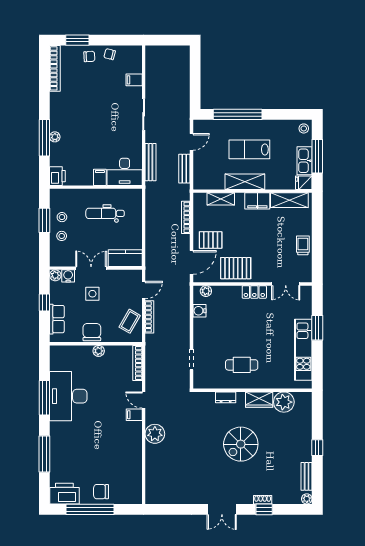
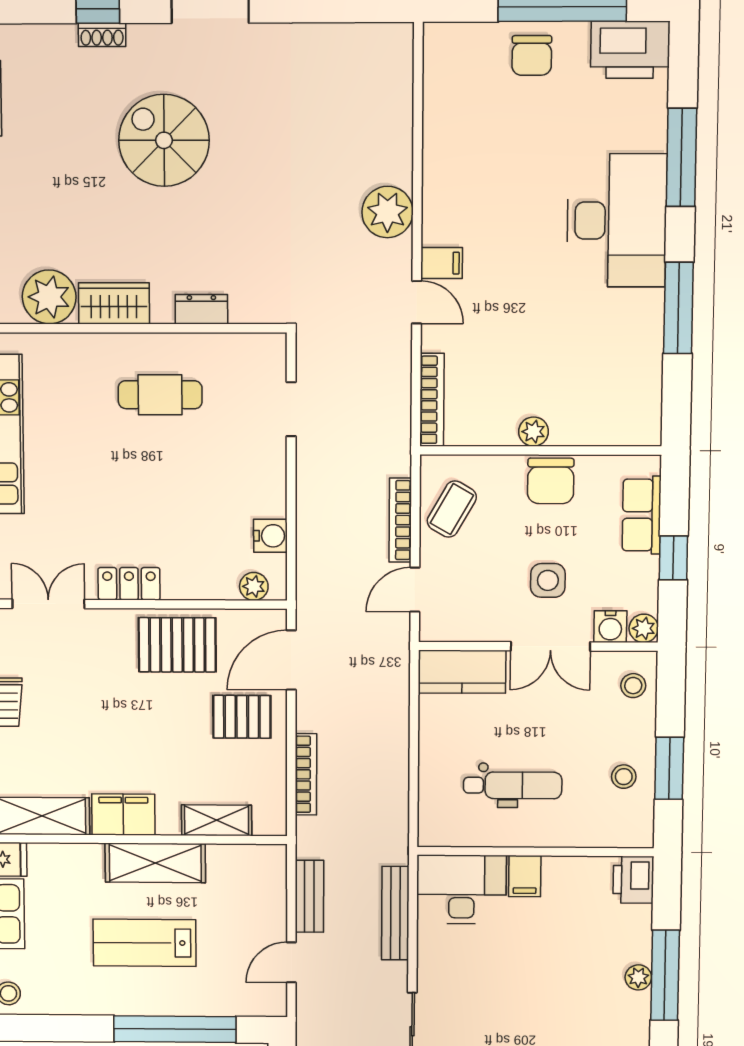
lab bench: (249, 149) -> (144, 943), turned 180
stool: (62, 236) -> (633, 686), moved
desk: (68, 396) -> (617, 220), moved
spiral stairs: (241, 444) -> (164, 140), moved, turned -90
chair: (101, 492) -> (532, 55), turned 90

